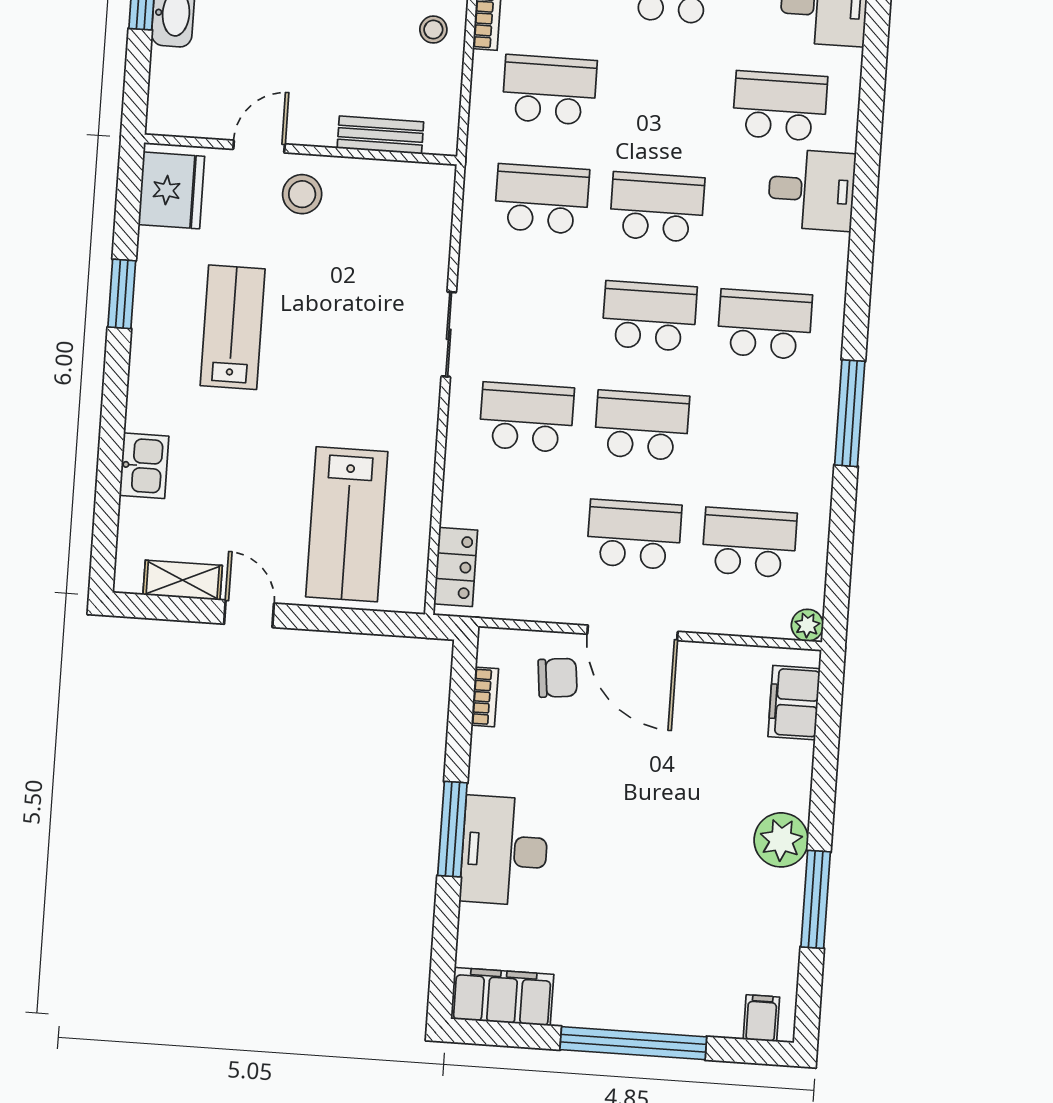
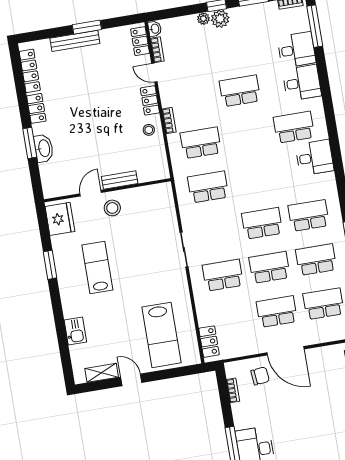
bench: (380, 135) -> (120, 180), moved
school desk: (657, 207) -> (316, 260), moved

